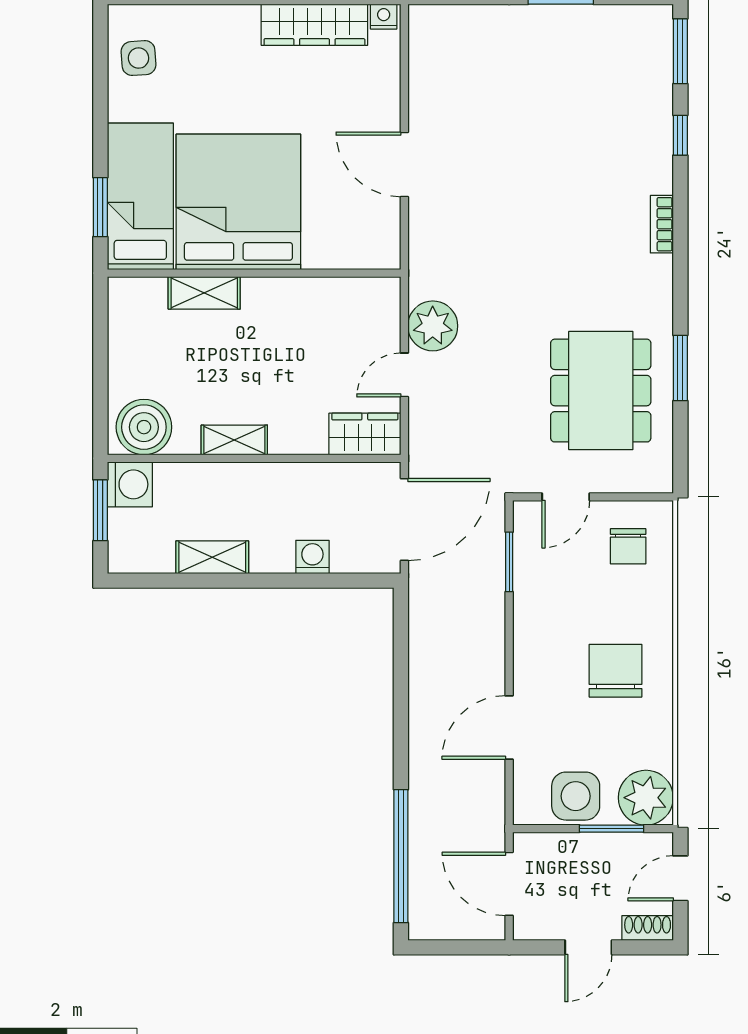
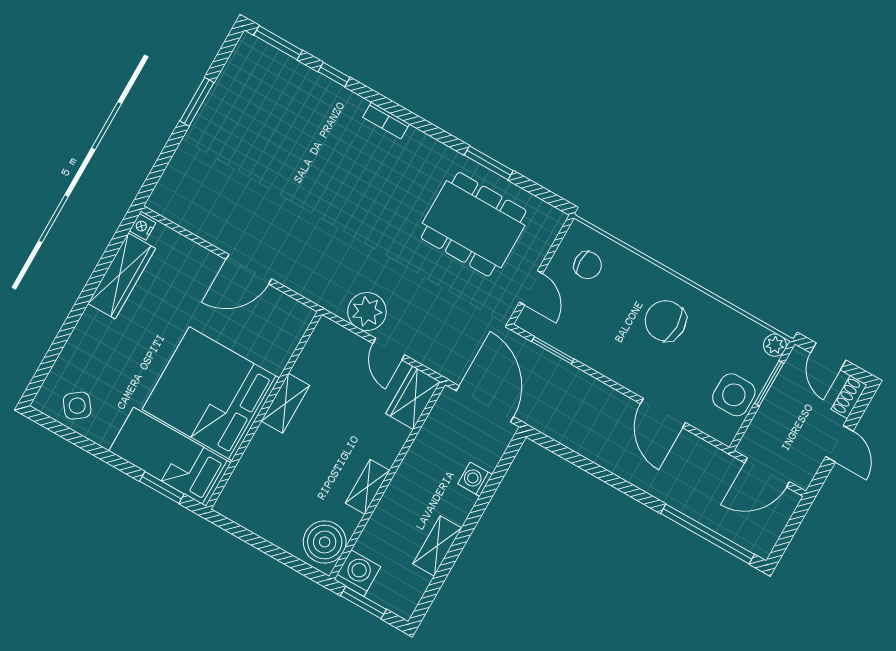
side table: (139, 58) -> (77, 406), turned -33
shelving: (204, 293) -> (285, 403), moved
plant: (646, 798) -> (775, 345), width x0.53, depth x0.53

